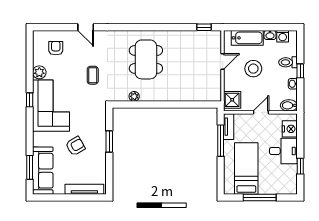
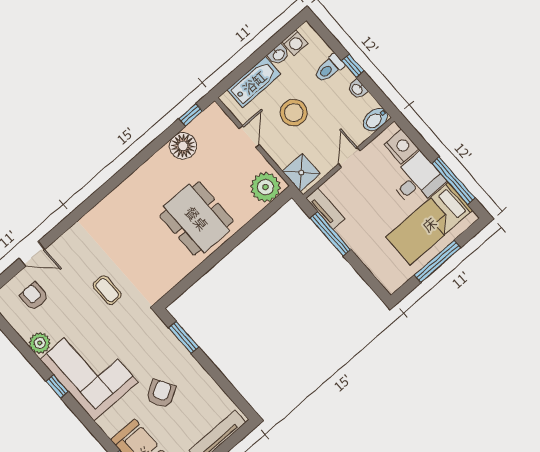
door: (86, 27) -> (32, 254), moved
floor lamp: (188, 39) -> (183, 146), added
dining table: (146, 59) -> (197, 218), moved
plant: (134, 96) -> (266, 187), moved, width x1.88, depth x1.88
window: (109, 141) -> (184, 337), moved
window: (300, 166) -> (453, 181), width x2.17
bed: (246, 169) -> (429, 224), moved, turned -90

